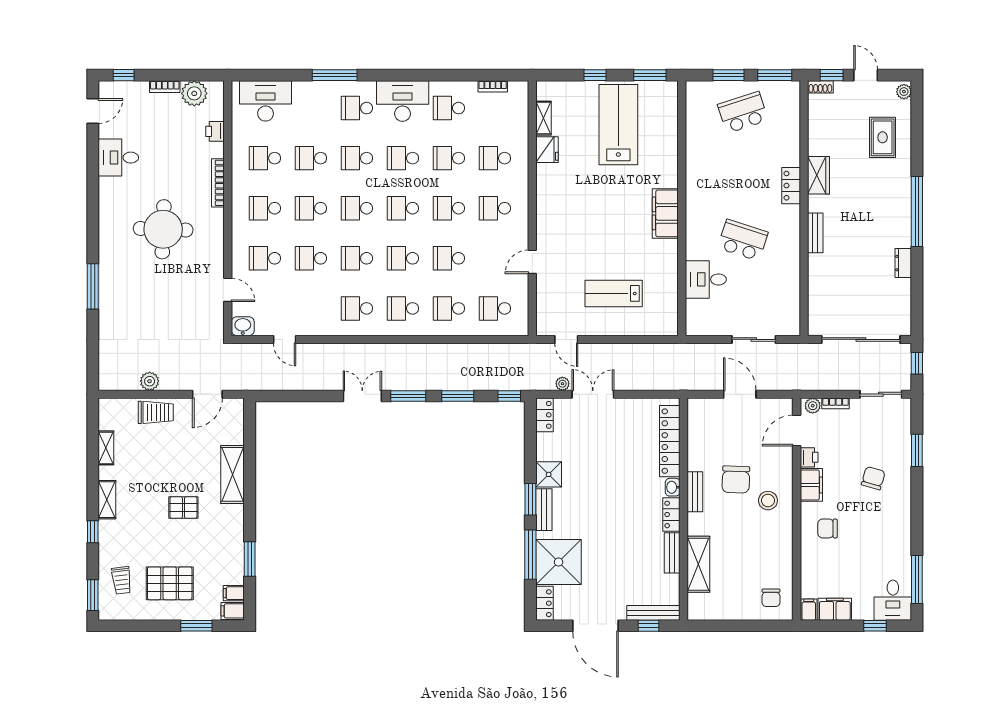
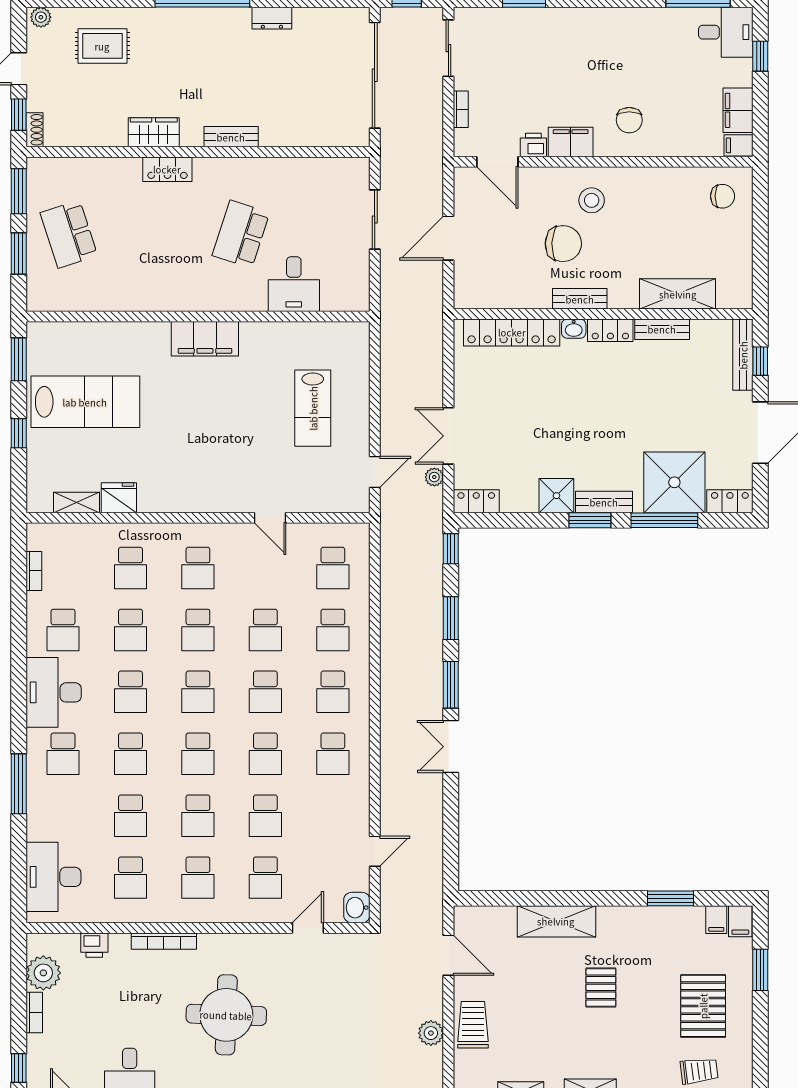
lab bench: (618, 125) -> (85, 402), turned 180
plant: (813, 406) -> (464, 140), removed
chair: (873, 478) -> (561, 59), removed

